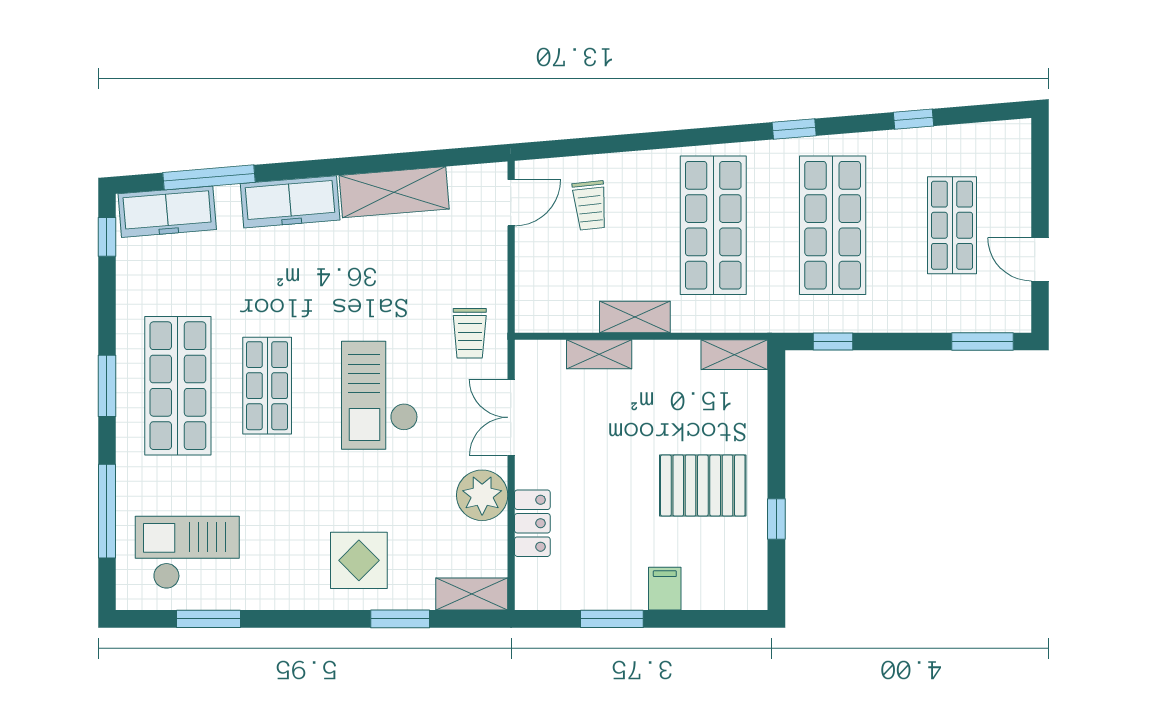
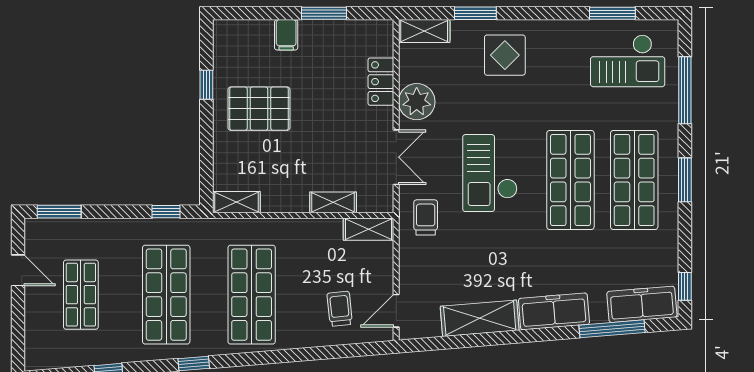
shelving: (635, 317) -> (368, 229), moved
shop shelf: (267, 386) -> (570, 180), width x1.43, depth x1.36
checkout: (380, 395) -> (490, 173), turned 180

